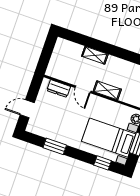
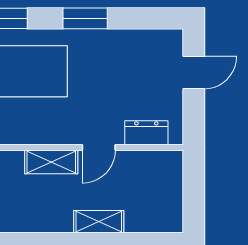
door: (83, 89) -> (99, 148), swing flipped
window: (55, 146) -> (85, 18), moved

